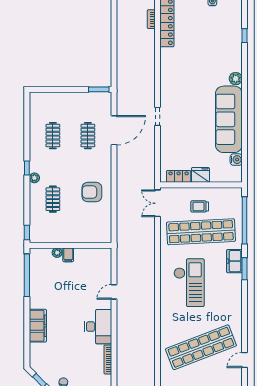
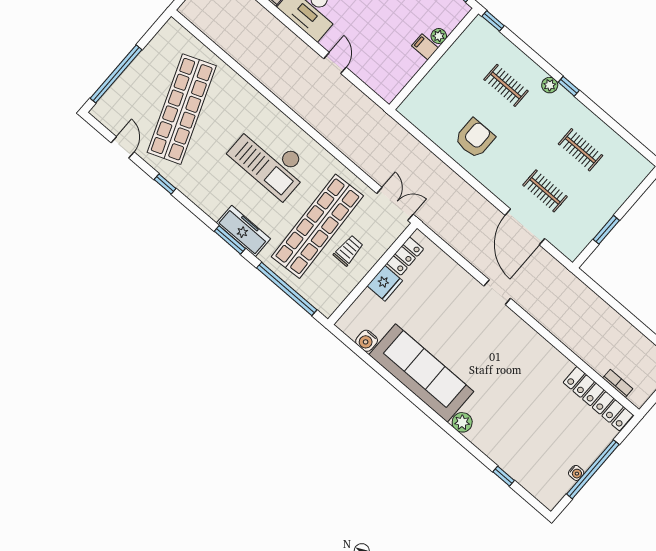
window: (99, 89) -> (606, 230), moved
freezer: (234, 261) -> (243, 231), width x1.40
window: (245, 324) -> (165, 184), added

